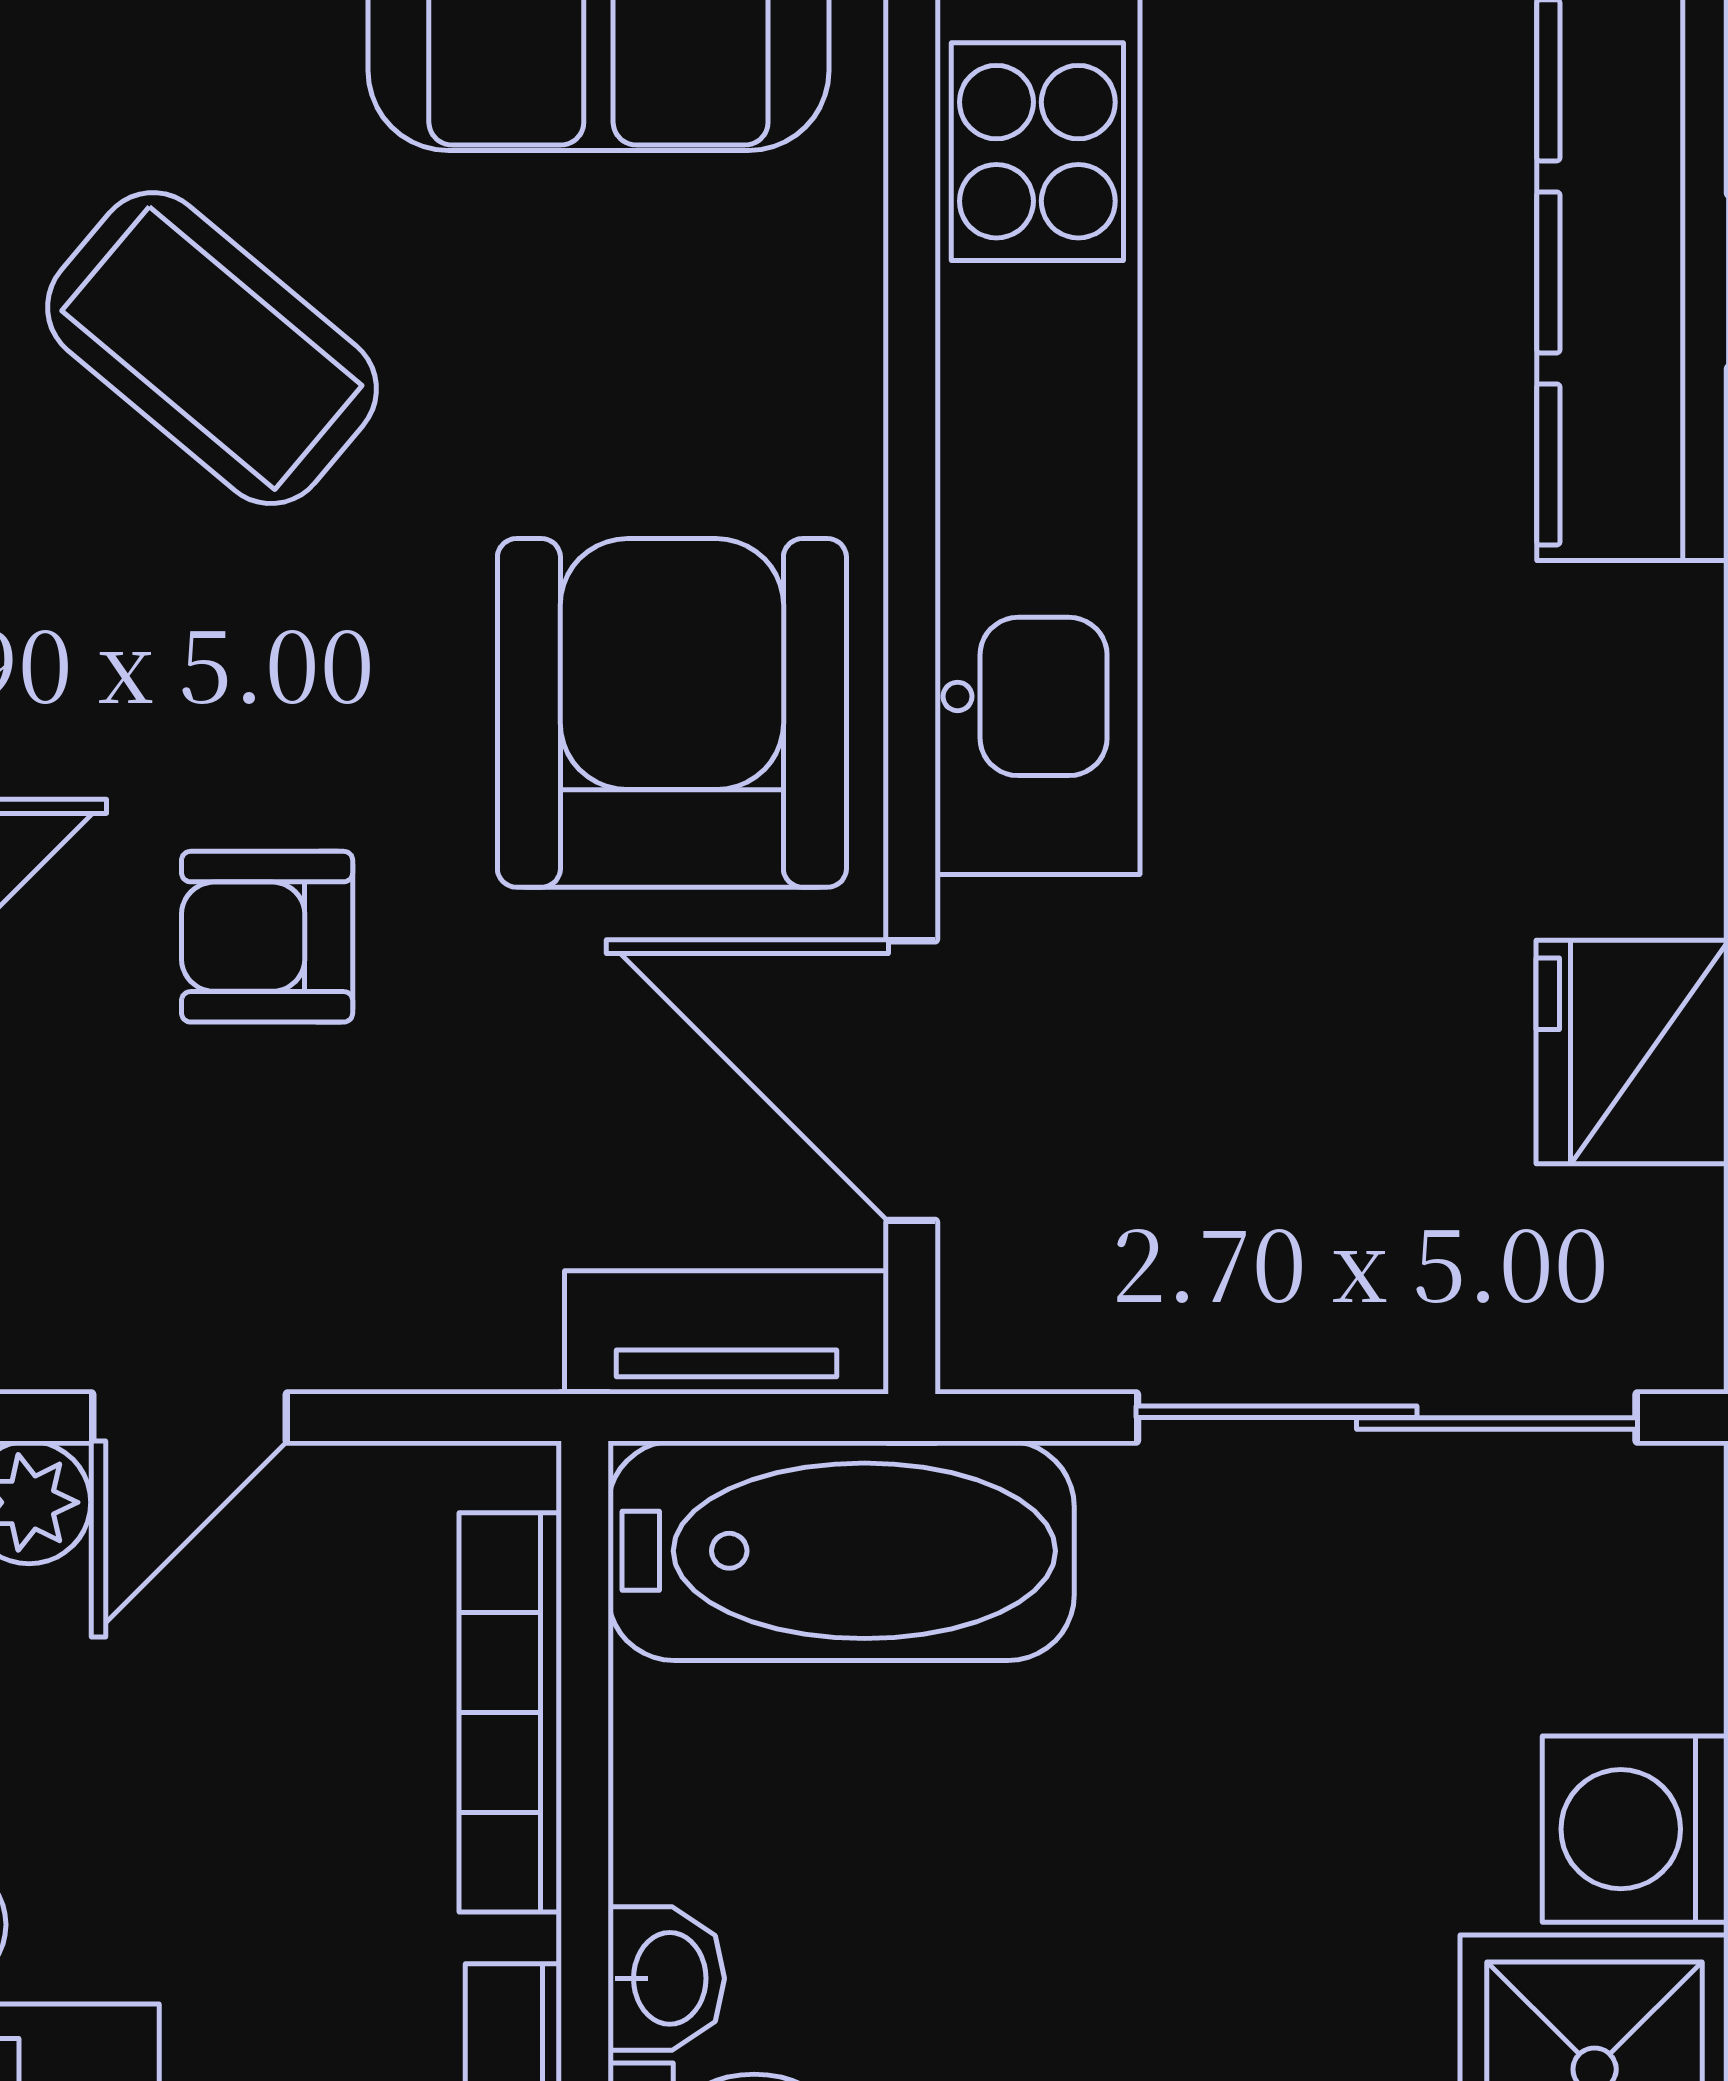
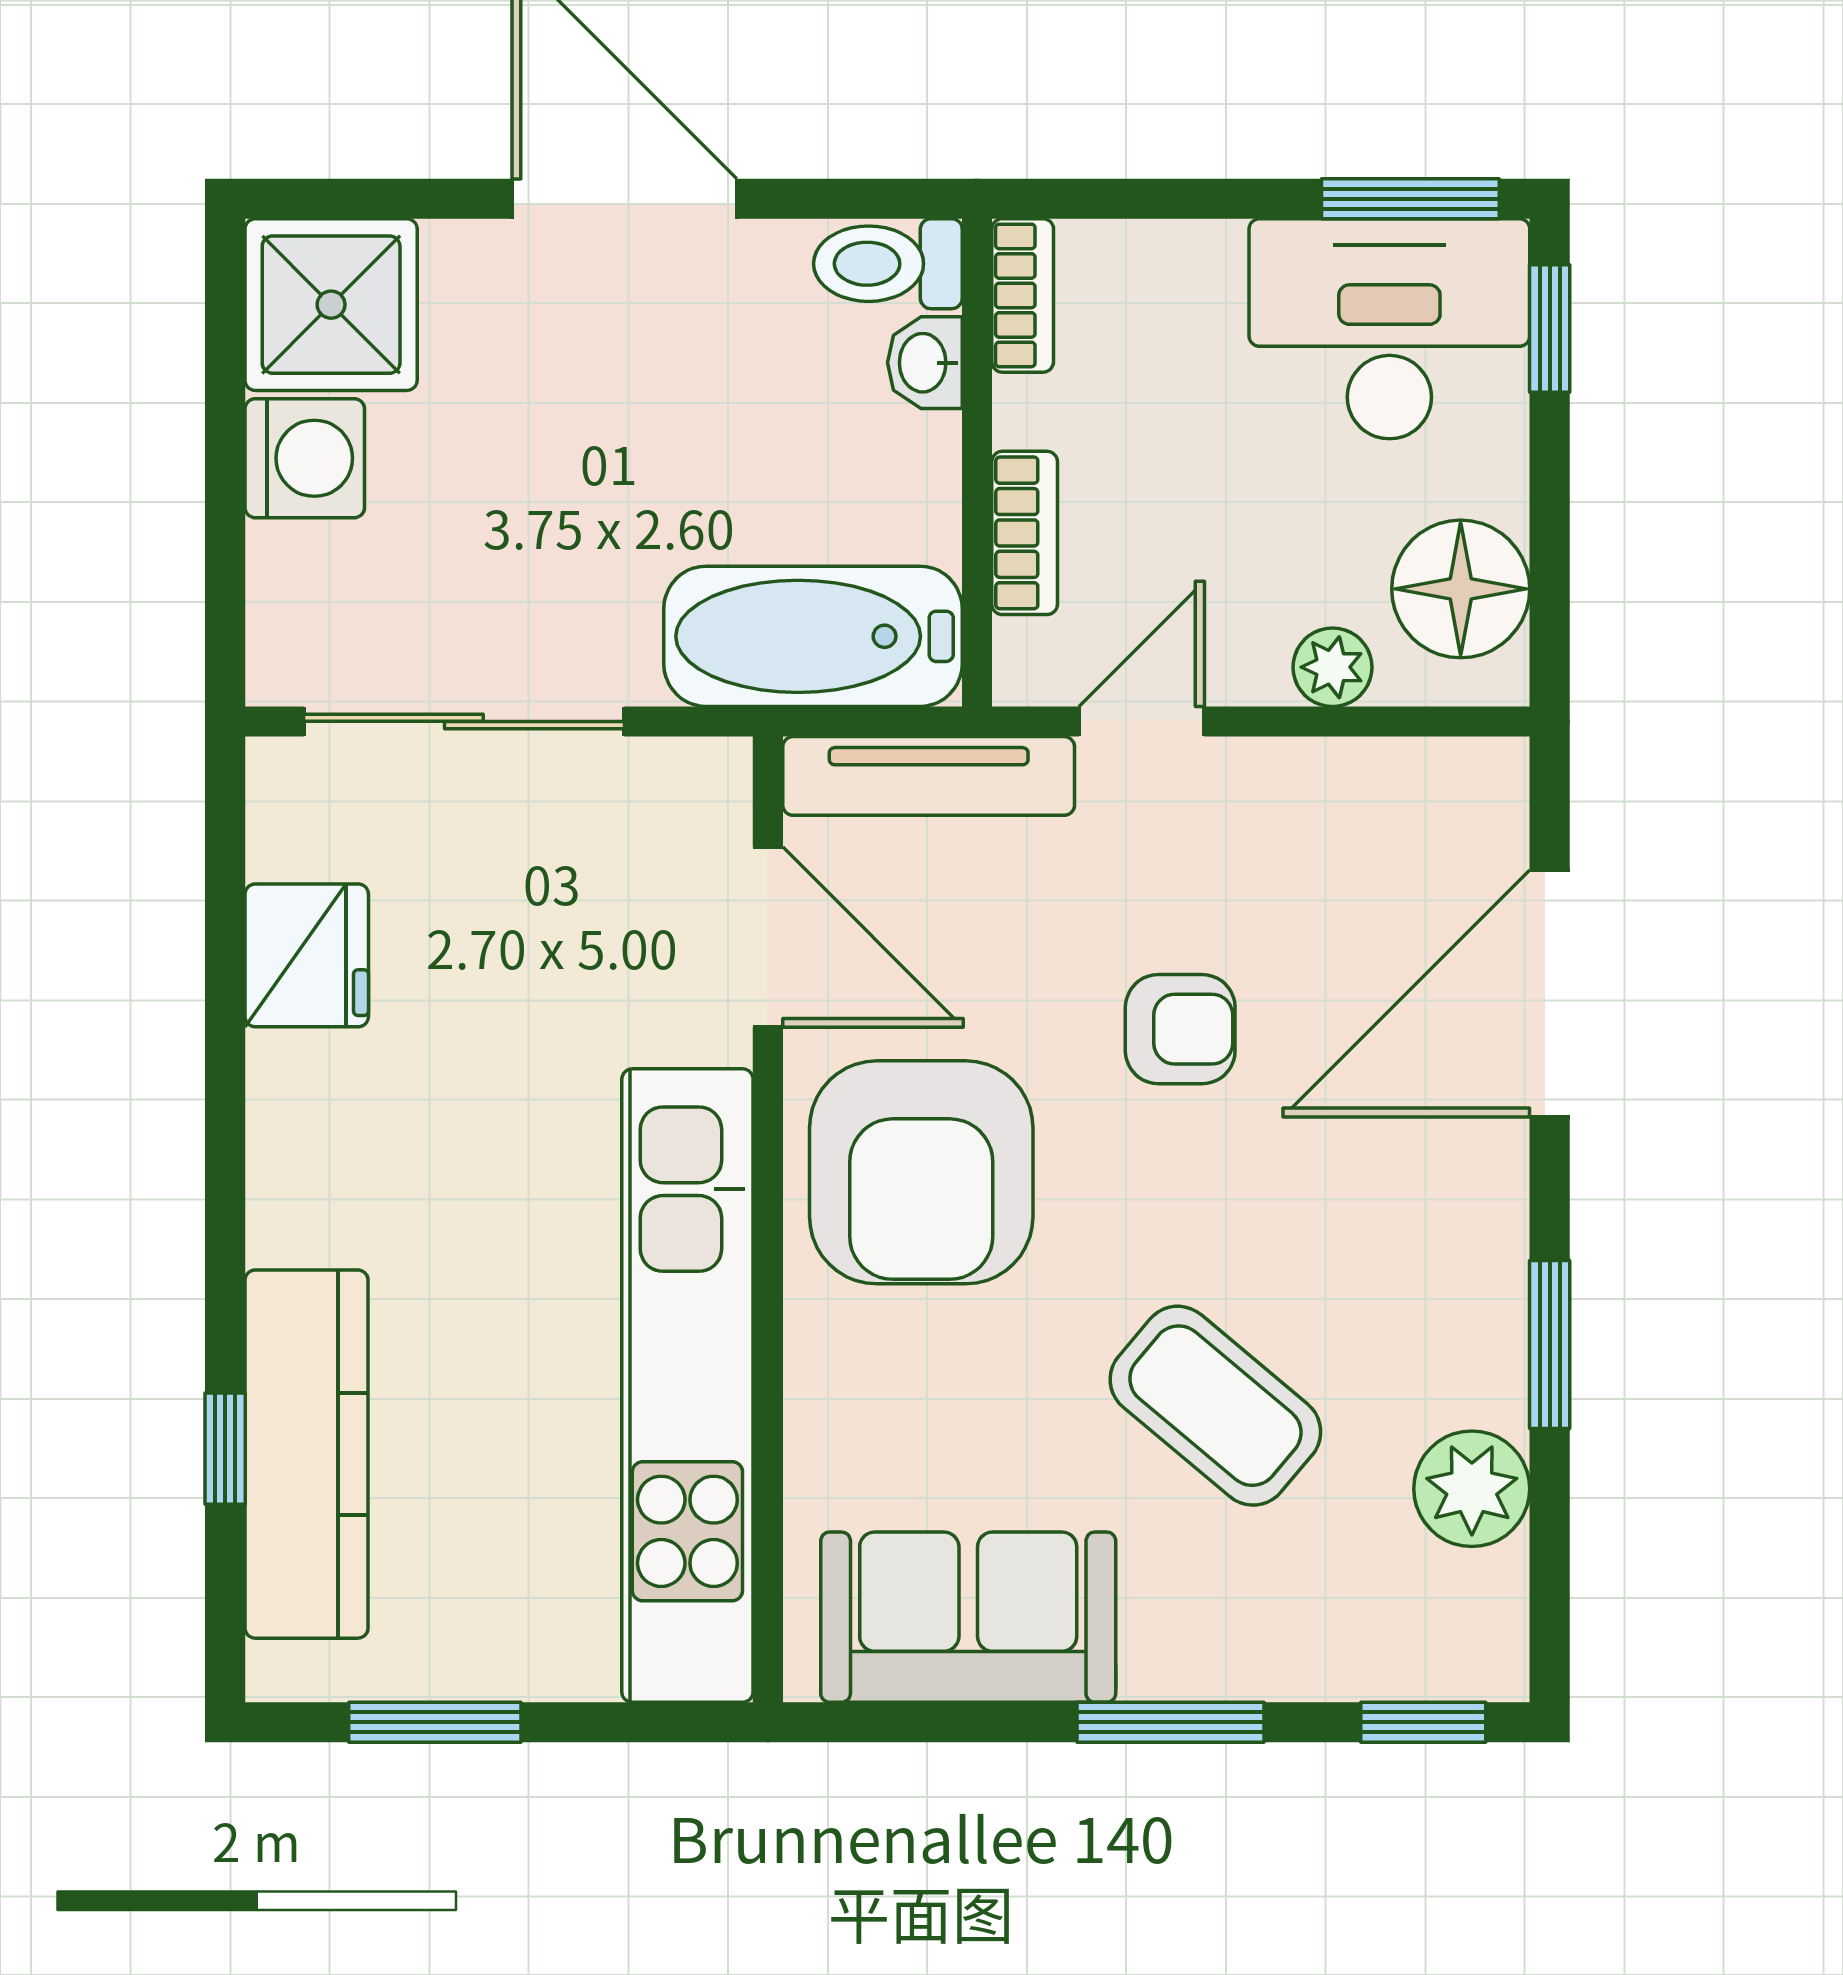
tv unit: (727, 1332) -> (929, 776), width x1.41
door: (190, 1418) -> (1142, 721), moved
bookcase: (510, 1712) -> (1025, 533), width x0.64

